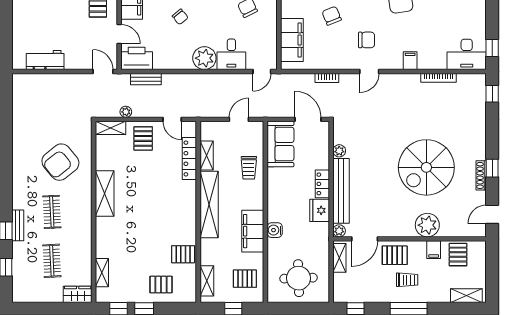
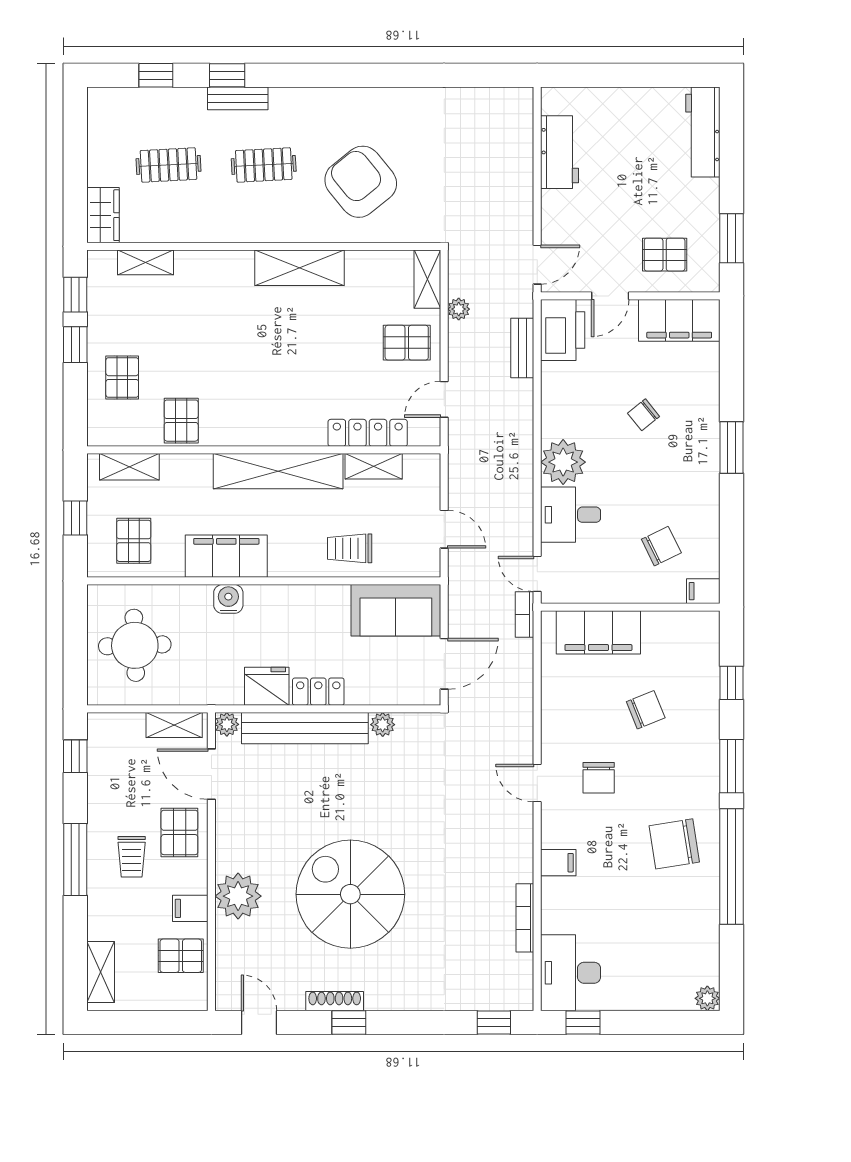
bookcase: (327, 78) -> (524, 615), moved

